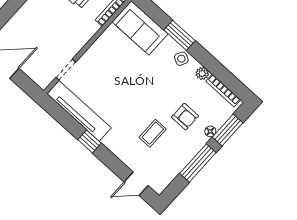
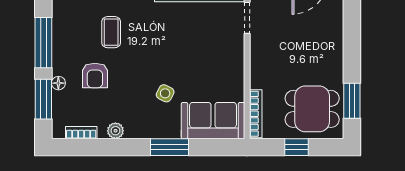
side table: (181, 59) -> (165, 93), moved
bookcase: (223, 90) -> (81, 133), width x0.64
armchair: (185, 117) -> (95, 75), turned -90

